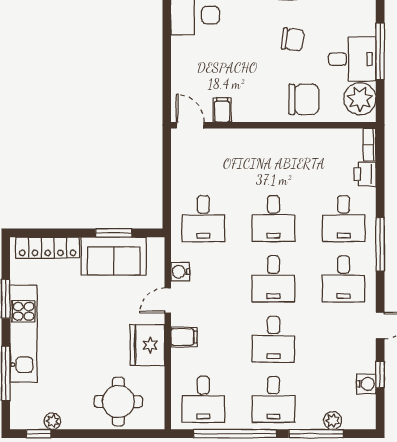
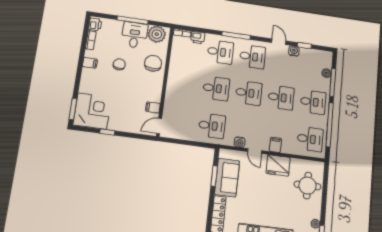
window: (167, 37) -> (107, 132), added
water cooler: (366, 384) -> (294, 51), moved

